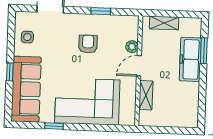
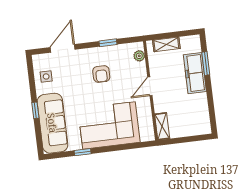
armchair: (88, 44) -> (101, 74), turned 180
plant: (132, 47) -> (139, 56), moved
shelving: (146, 95) -> (162, 126), moved

